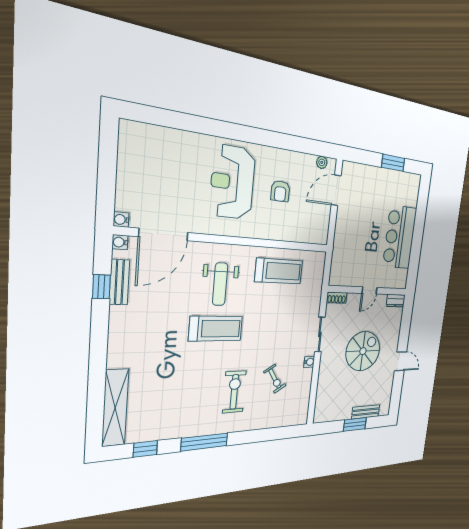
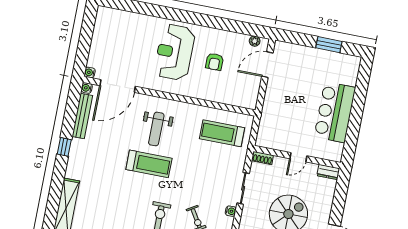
treadmill: (279, 271) -> (222, 133), moved, turned 180
bench: (119, 282) -> (82, 116), width x1.36
window: (101, 287) -> (64, 147), moved

